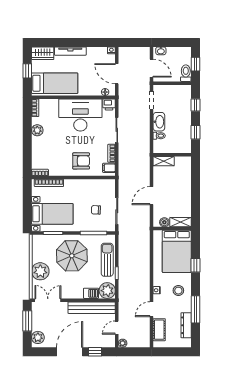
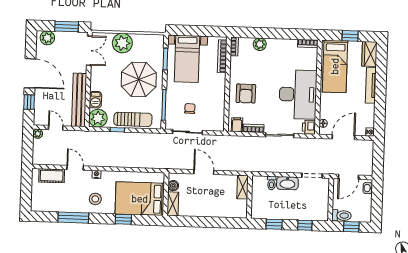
plant: (37, 130) -> (260, 44), moved
dresser: (186, 325) -> (56, 206), removed

